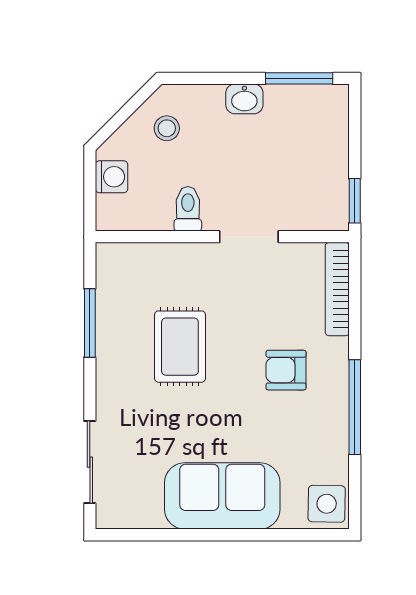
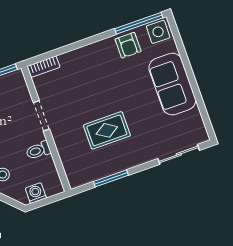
bookcase: (337, 289) -> (43, 67), width x0.64
armchair: (286, 370) -> (128, 45), moved
window: (355, 407) -> (139, 23), moved

